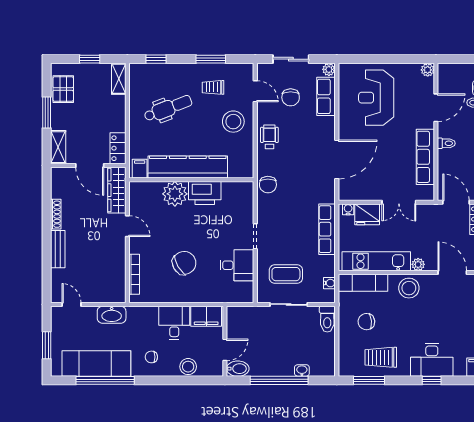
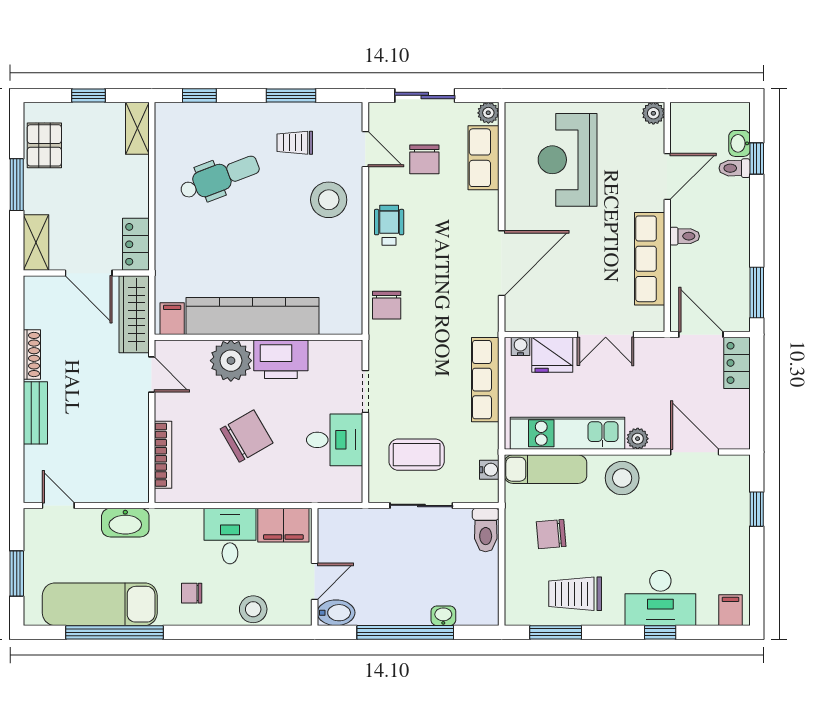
kitchen counter: (188, 167) -> (253, 316), moved
filing cabinet: (140, 169) -> (172, 319), moved
wall: (191, 180) -> (259, 337), moved
printer: (205, 193) -> (281, 359), moved
plant: (175, 194) -> (231, 361), moved

